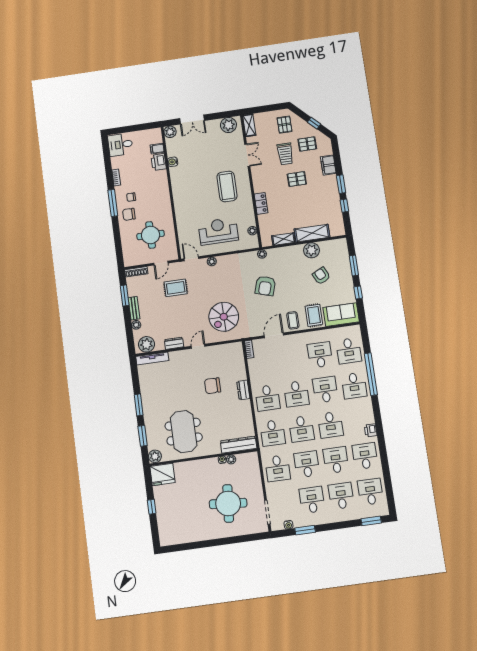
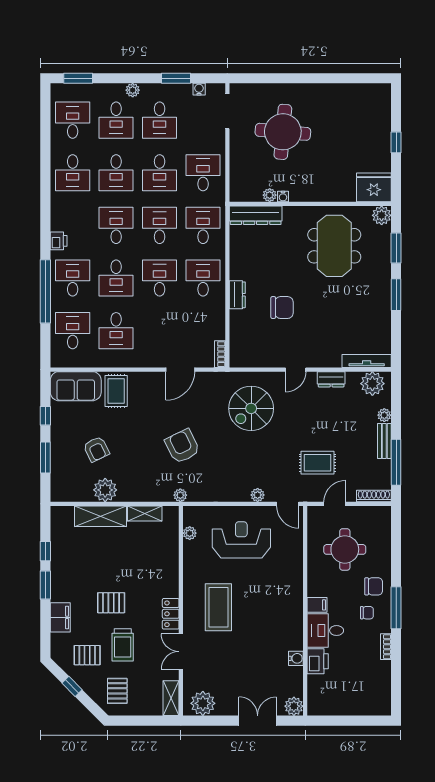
desk: (120, 145) -> (325, 631), moved, turned 180
filing cabinet: (157, 149) -> (317, 605), moved
trolley: (285, 154) -> (123, 645), turned 180
locker: (261, 203) -> (171, 614), moved
reception desk: (218, 231) -> (241, 540), turned 180
armchair: (265, 286) -> (182, 446), turned -43
window: (125, 296) -> (396, 462), width x1.44
spiral stairs: (224, 317) -> (251, 408), turned 180
coffee table: (293, 320) -> (149, 388), removed
printer: (371, 430) -> (59, 241), moved
desk: (371, 492) -> (73, 120), turned 180
plant: (333, 518) -> (133, 90), added

